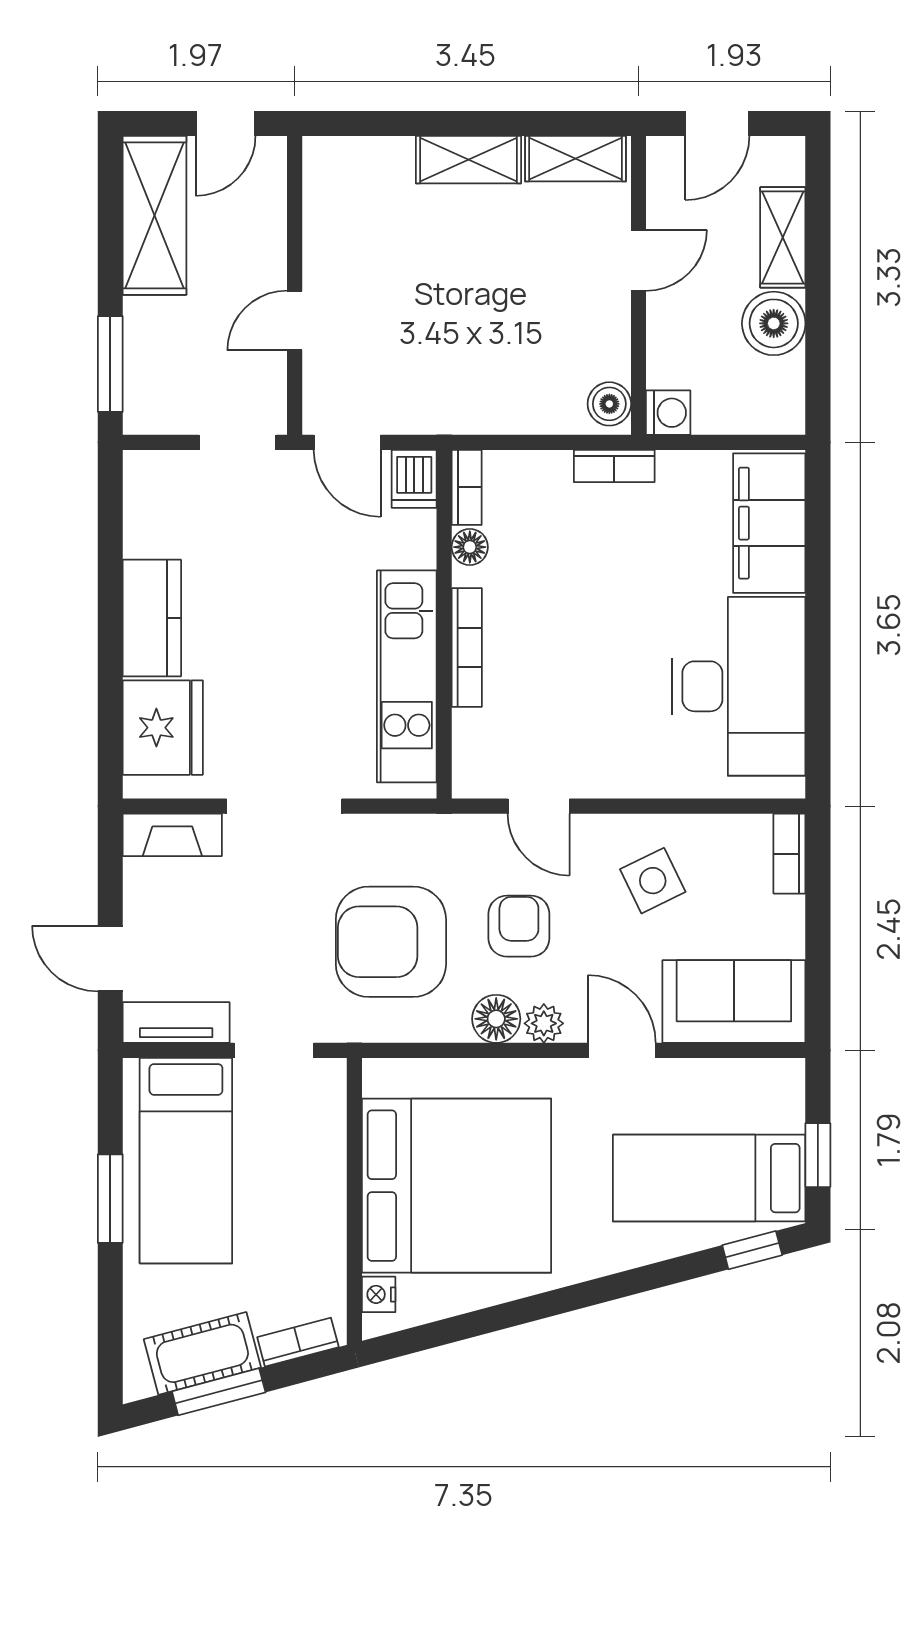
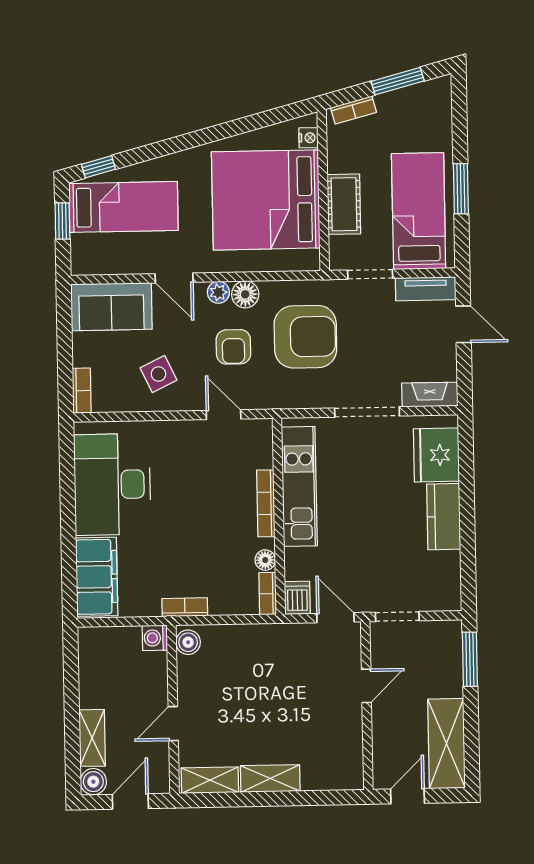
boiler: (774, 323) -> (93, 782), moved, width x0.73, depth x0.73
cot: (202, 1353) -> (344, 204), moved, turned -75

